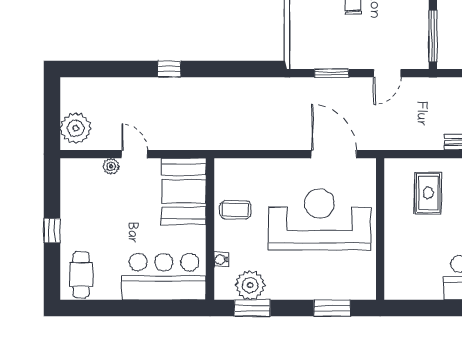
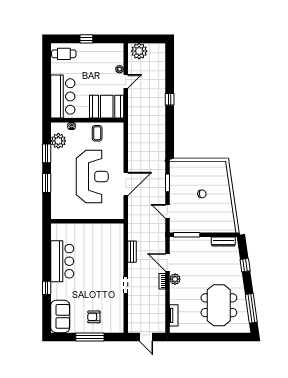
rug: (428, 193) -> (106, 232), removed
wall: (380, 229) -> (87, 221), moved
window: (252, 308) -> (47, 153), moved

